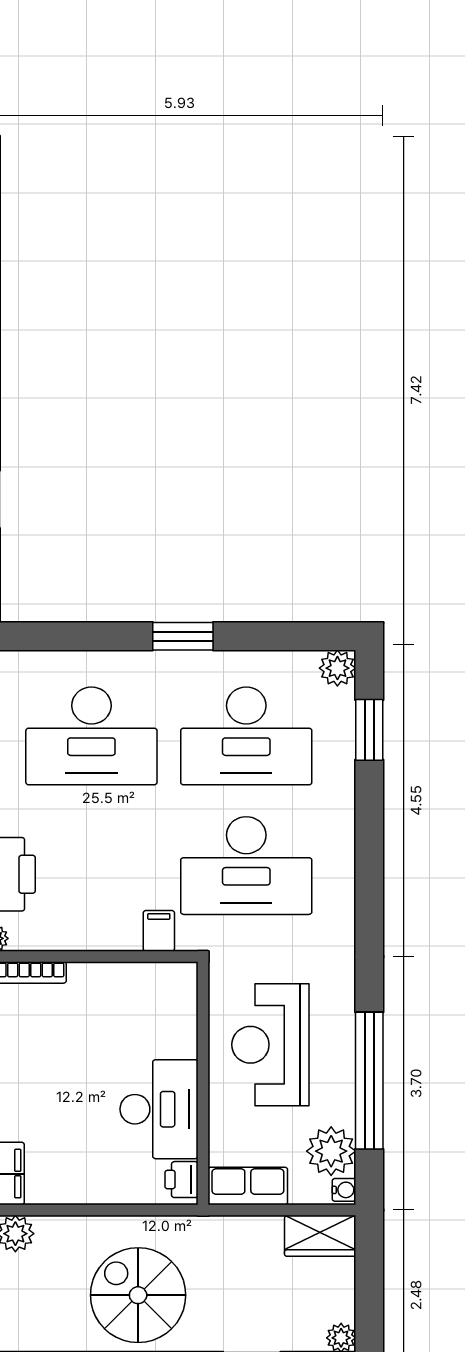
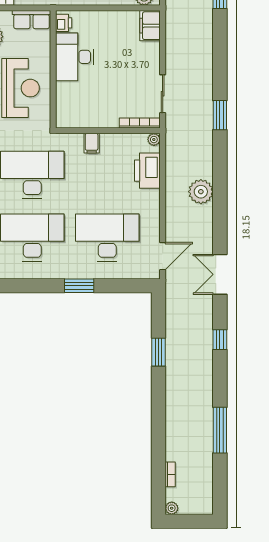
window: (183, 636) -> (79, 286), moved
filing cabinet: (159, 931) -> (92, 143), moved

